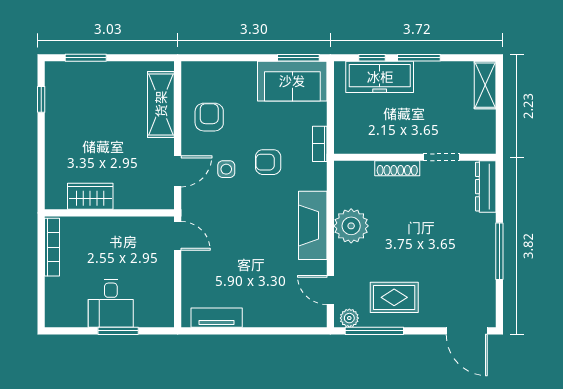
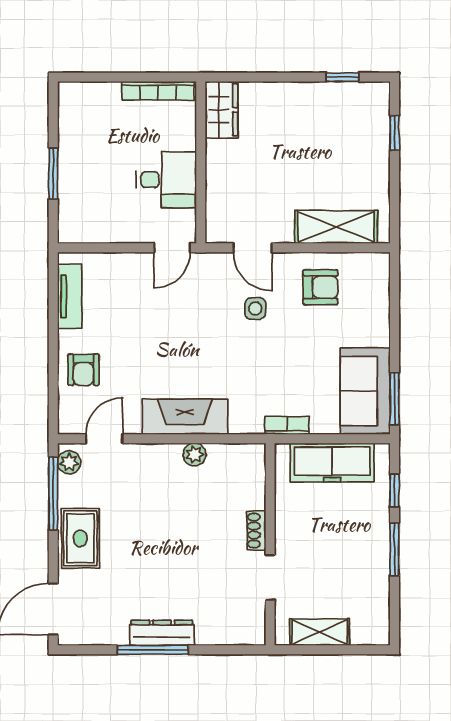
window: (86, 58) -> (395, 133), width x0.67
freezer: (380, 77) -> (332, 463), moved, turned -90
shelving: (485, 85) -> (320, 632), moved
armchair: (268, 162) -> (83, 370), moved, turned 180
shoe rack: (397, 168) -> (256, 531), width x0.70
dresser: (486, 187) -> (162, 633), moved
wardrobe: (90, 196) -> (221, 110), moved
plant: (351, 226) -> (194, 455), width x0.53, depth x0.53
rug: (394, 297) -> (80, 538), moved
desk: (111, 303) -> (166, 180), moved, turned 180

